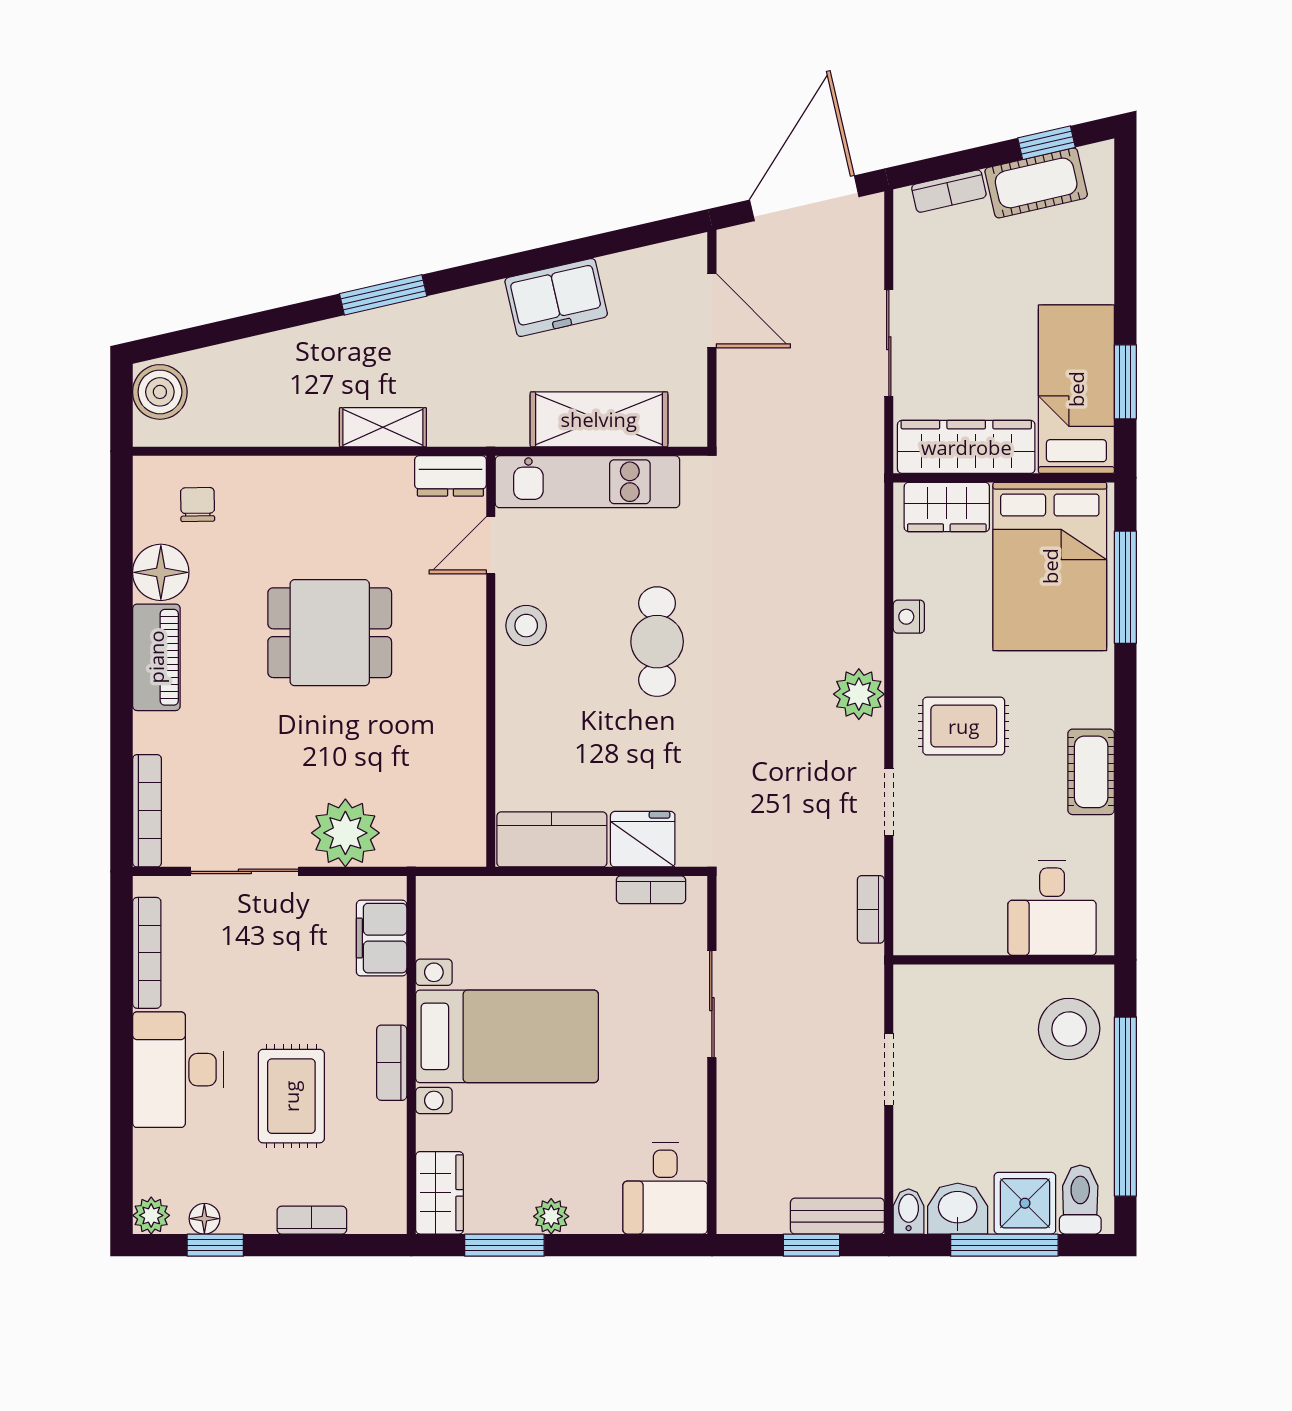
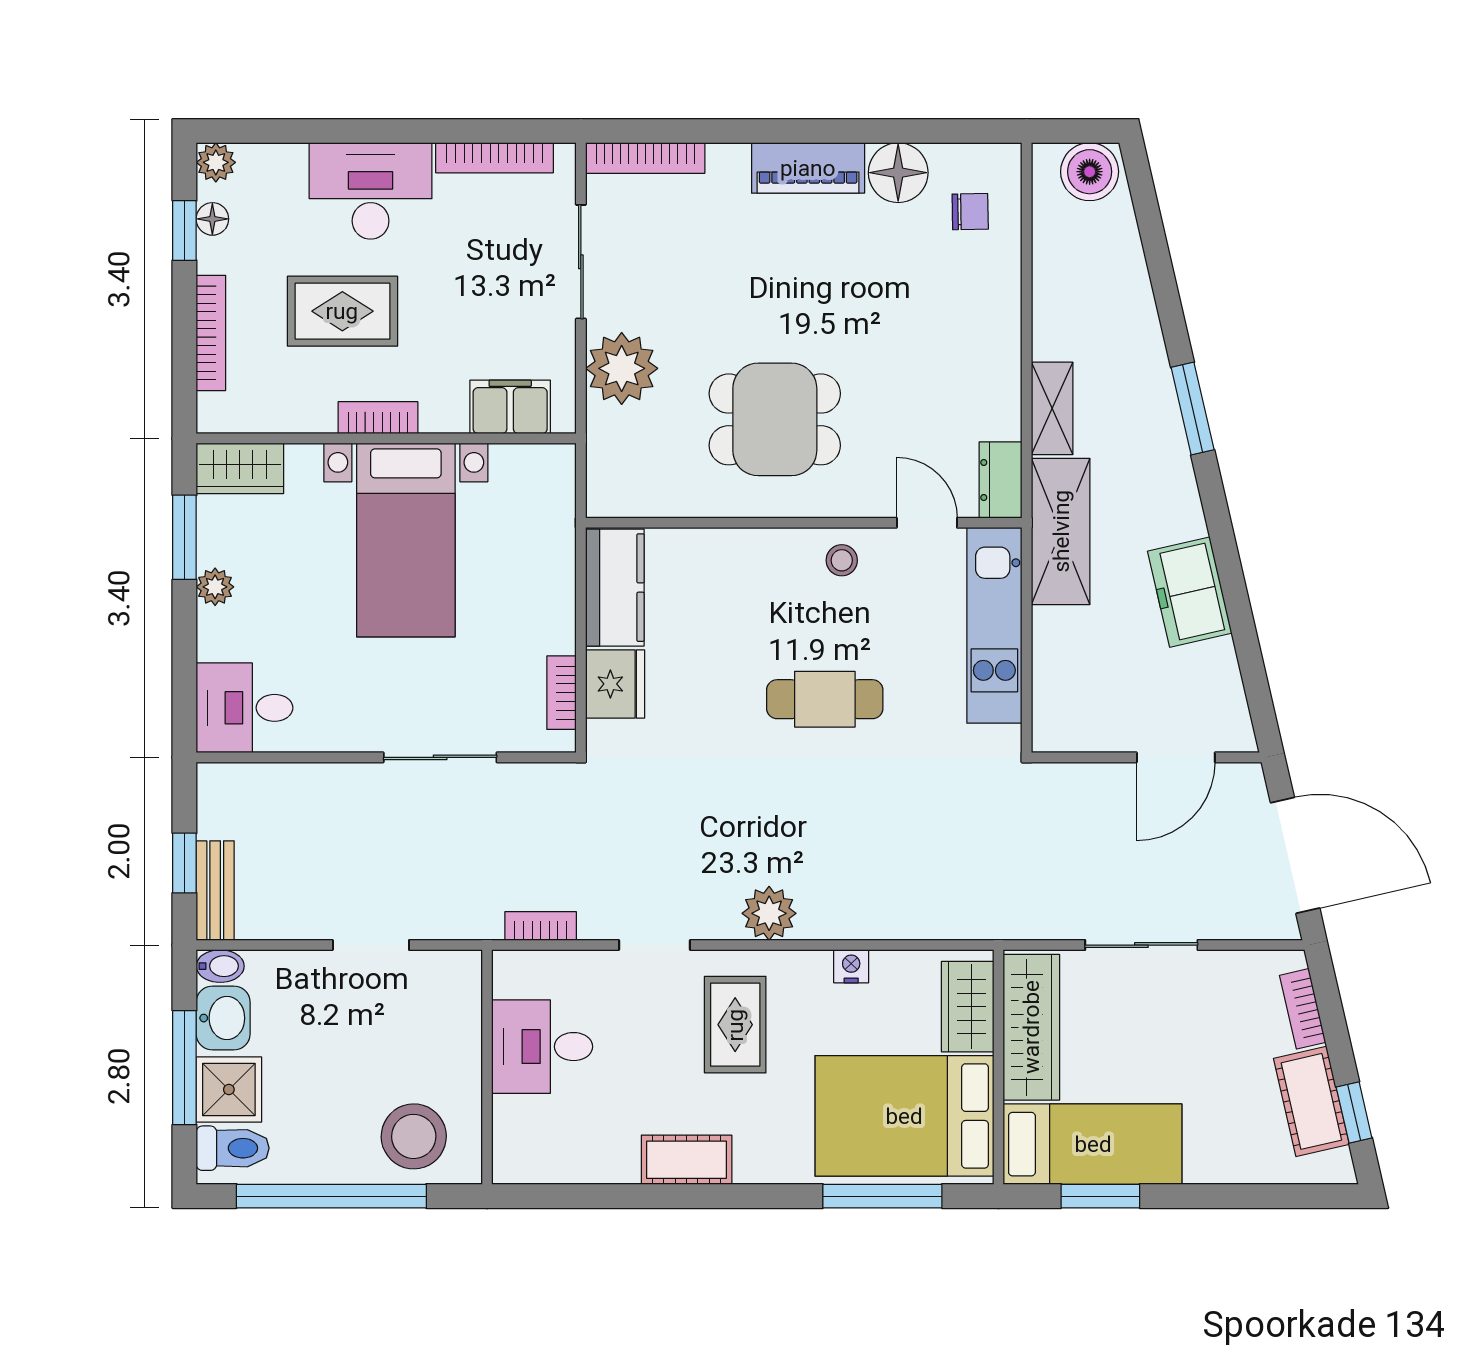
shelving: (599, 419) -> (1061, 531), moved
stool: (526, 626) -> (842, 560), width x0.73, depth x0.73
dining table: (330, 633) -> (775, 419), moved, turned 90
desk: (1052, 908) -> (542, 1047), moved
bookcase: (312, 1220) -> (211, 333), width x1.56

